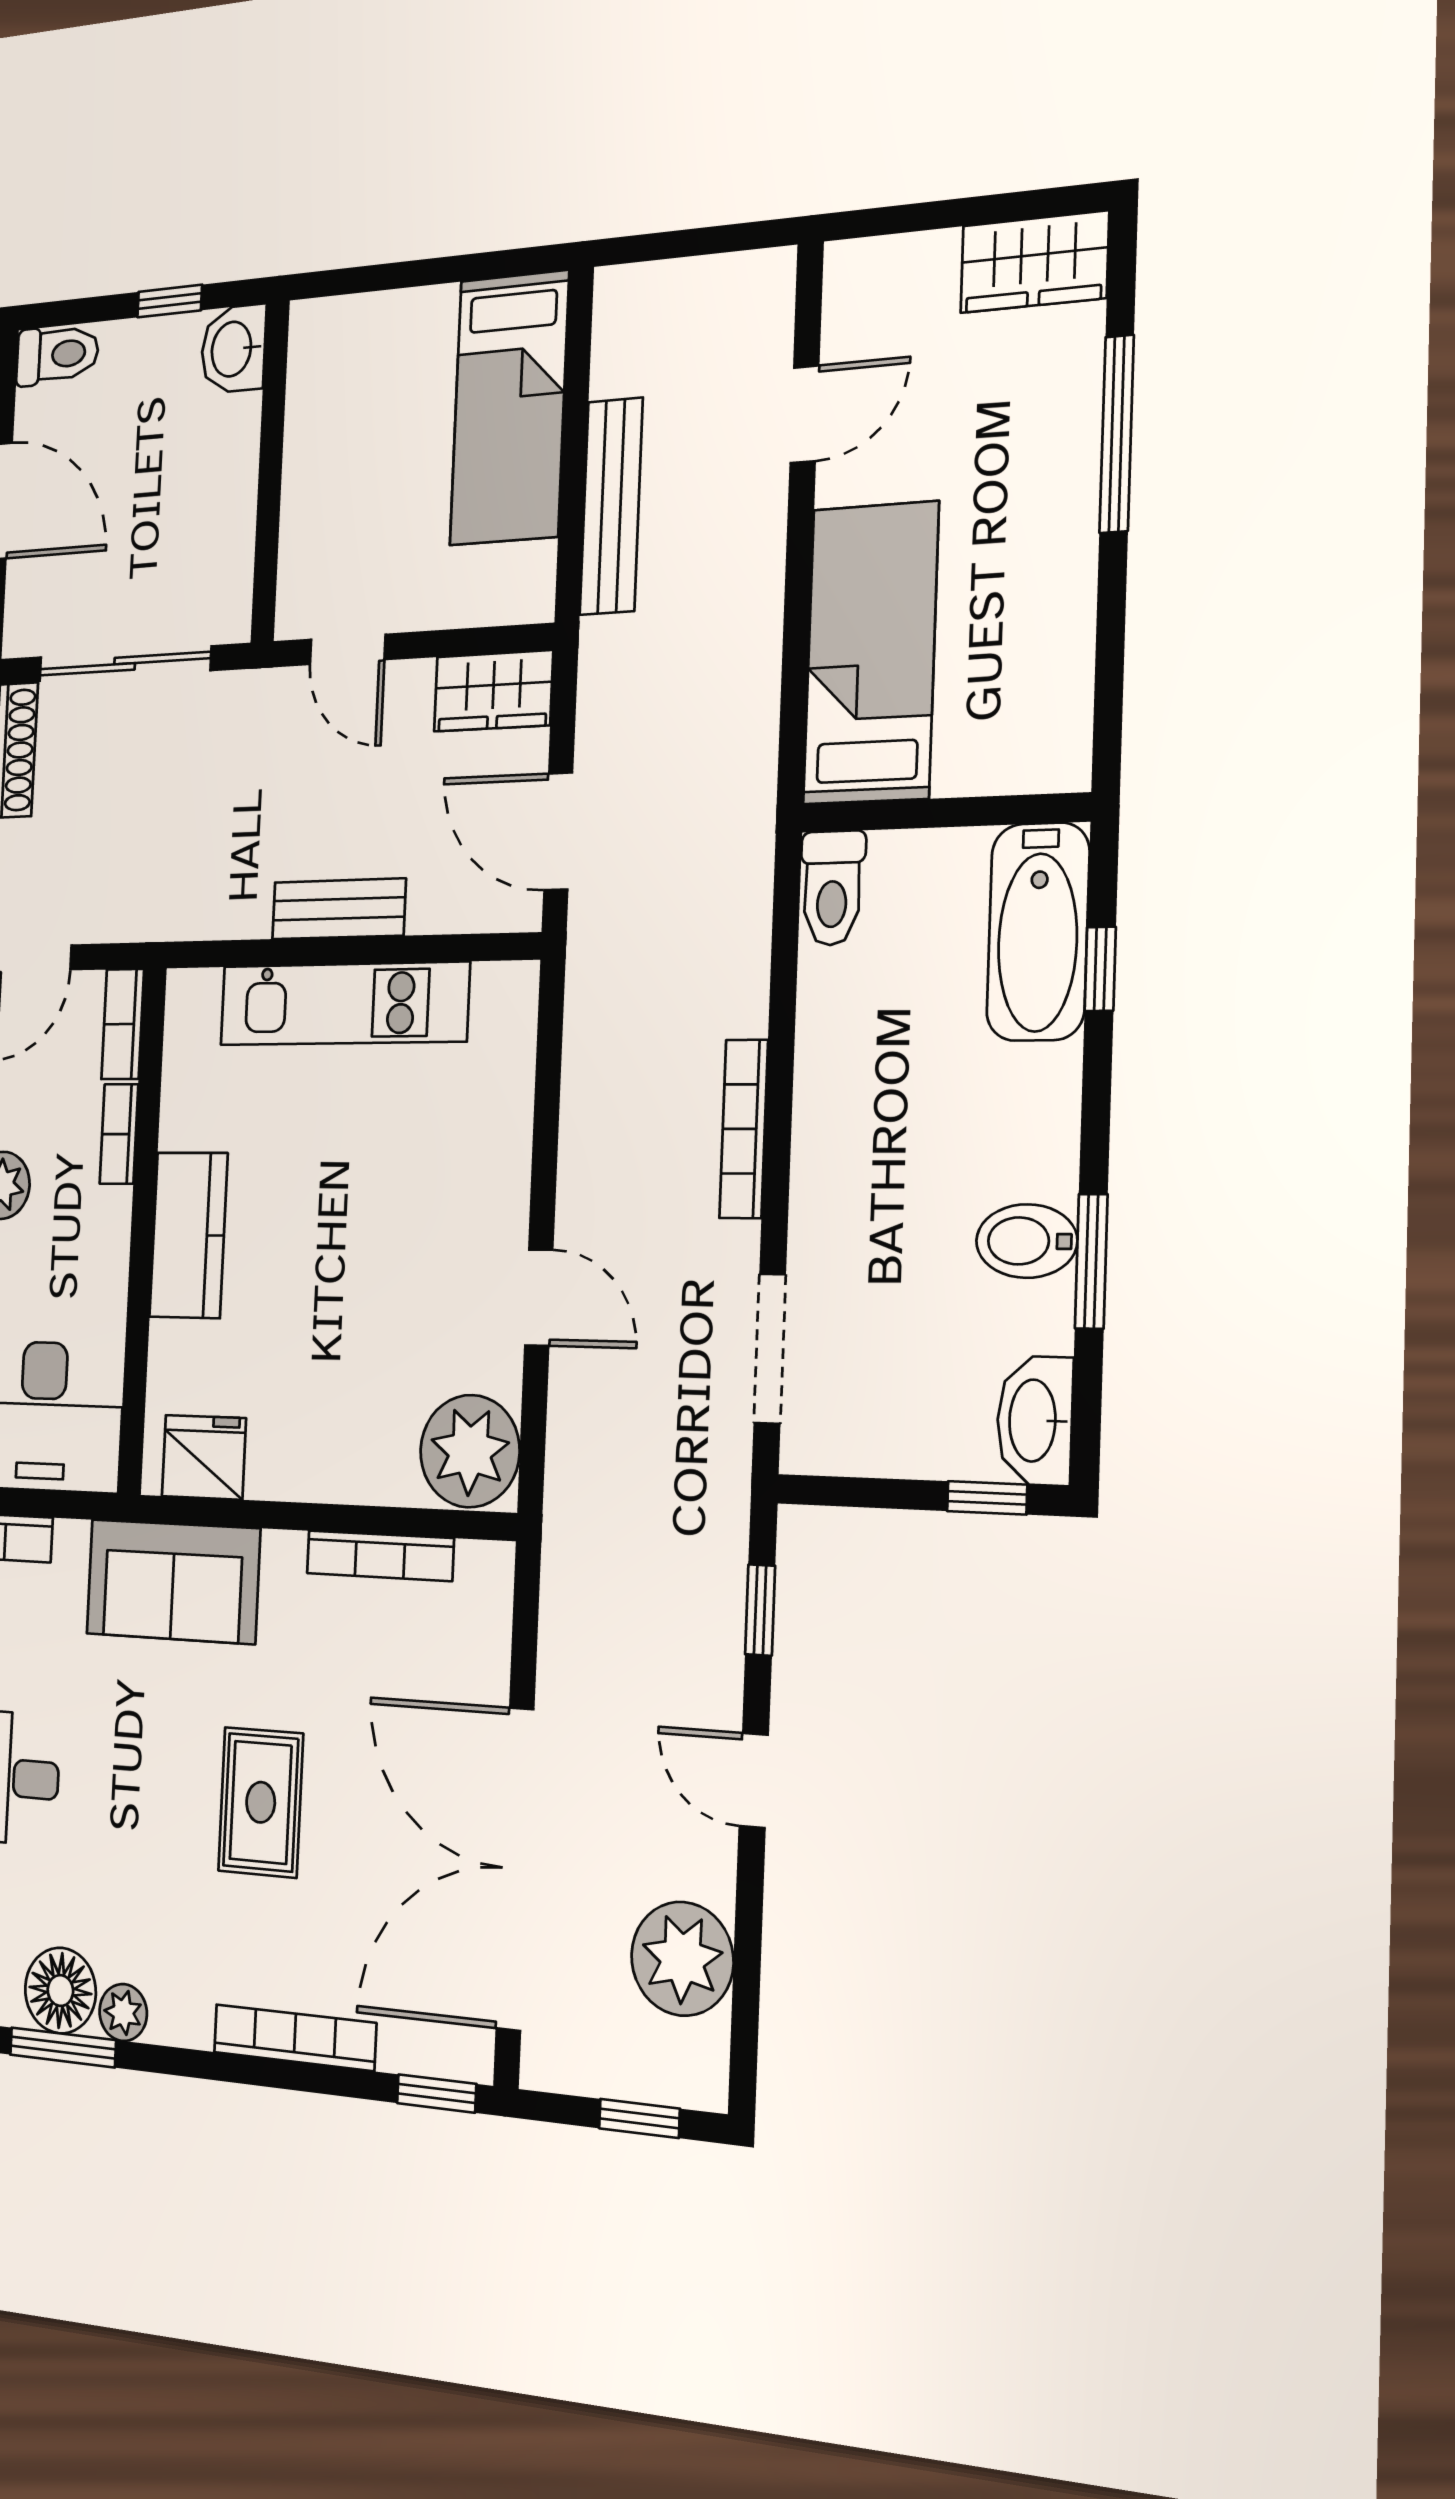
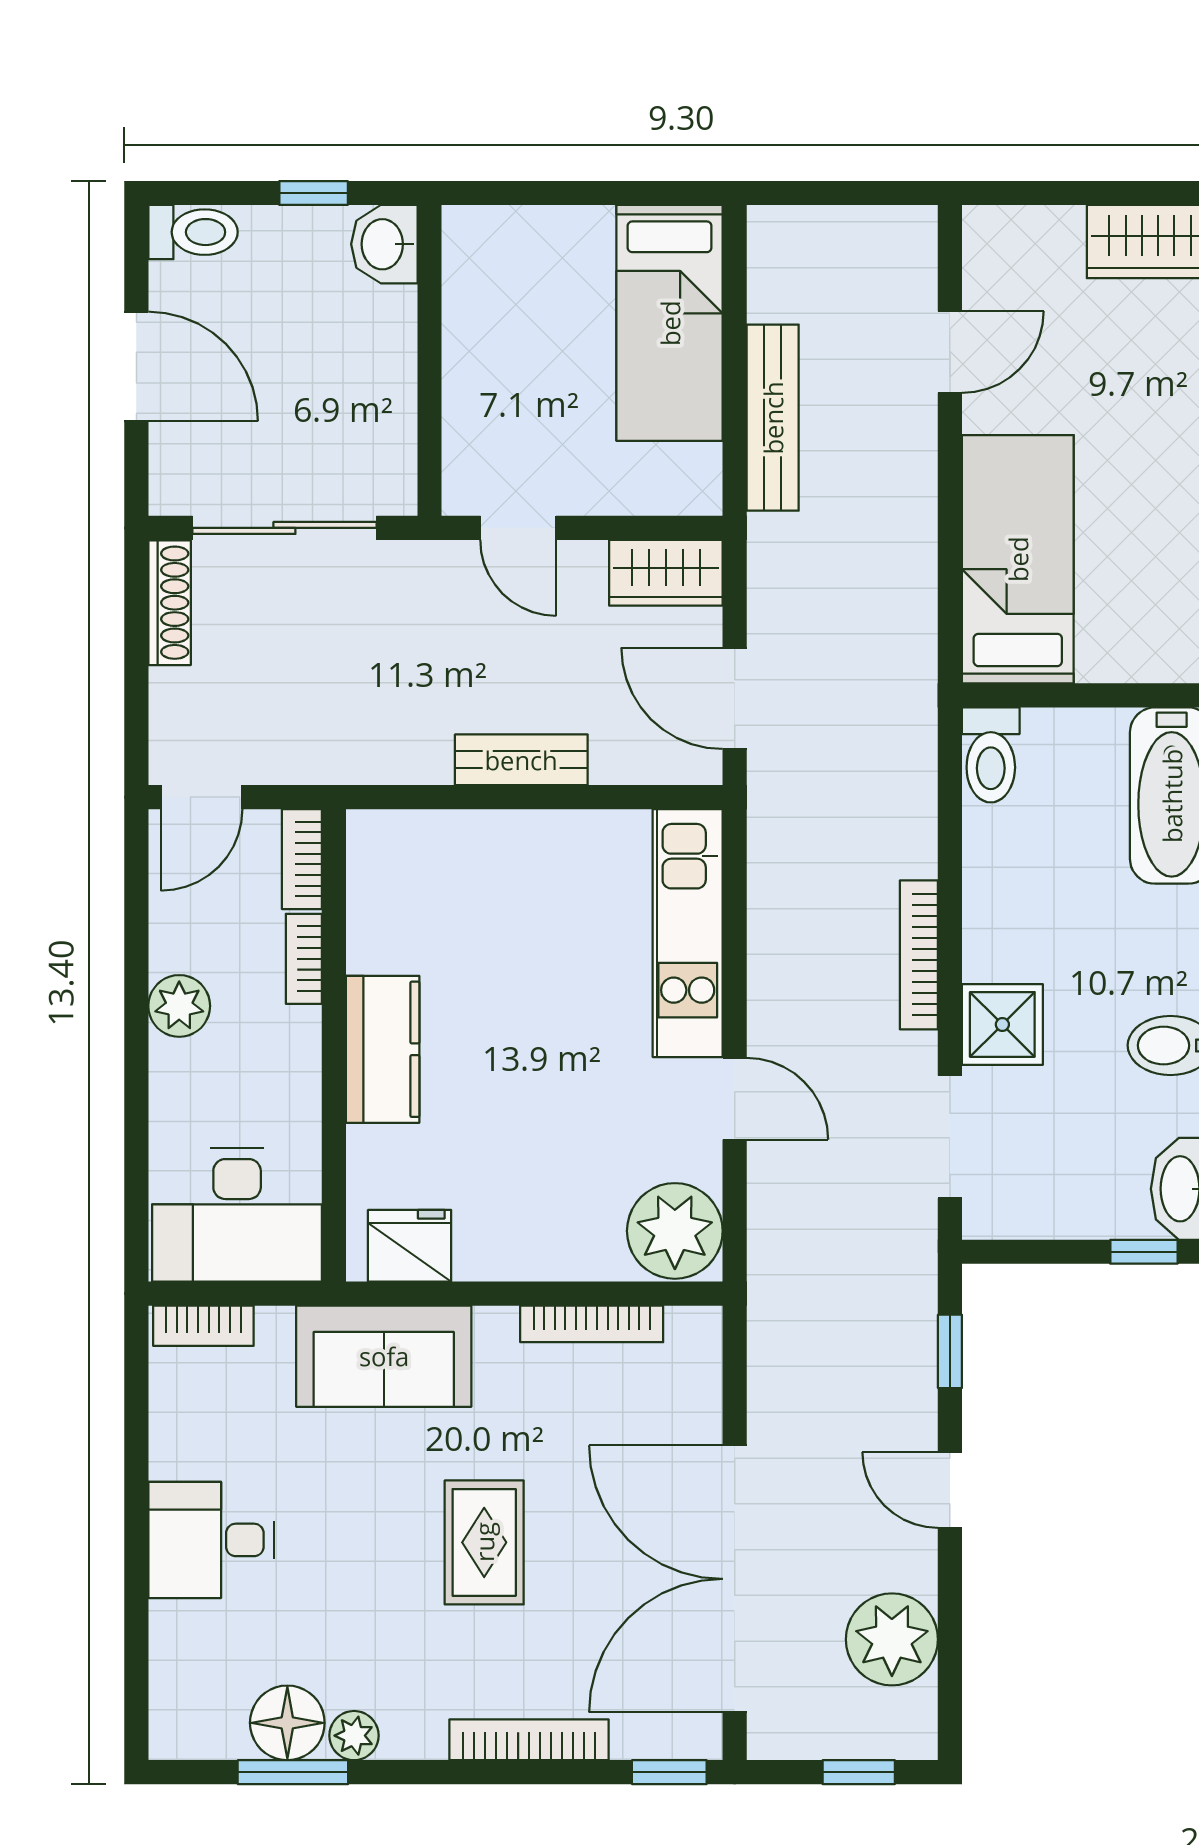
kitchen unit: (344, 1004) -> (688, 933), moved, turned 90
shower: (834, 1213) -> (1002, 1024), added

